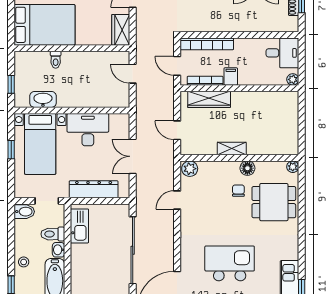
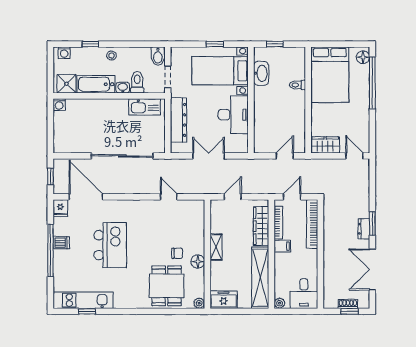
shelving: (265, 100) -> (260, 278), added
freezer: (289, 140) -> (224, 300), added
plant: (190, 169) -> (197, 208), removed

